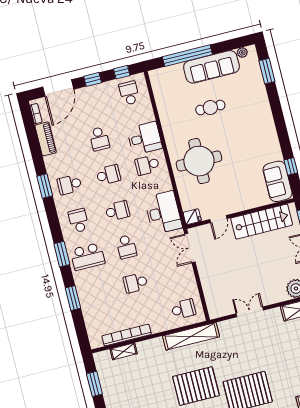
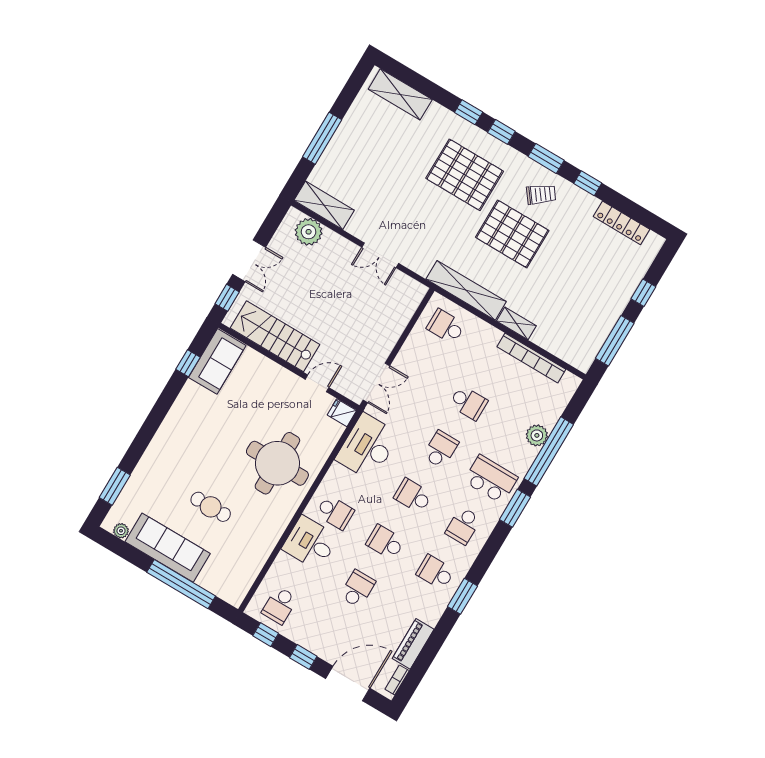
school desk: (70, 185) -> (435, 572), turned 180
window: (73, 298) -> (549, 451), width x2.11
plant: (86, 300) -> (537, 435), added
shelving: (124, 351) -> (516, 323), moved
window: (94, 384) -> (615, 341), width x1.44

